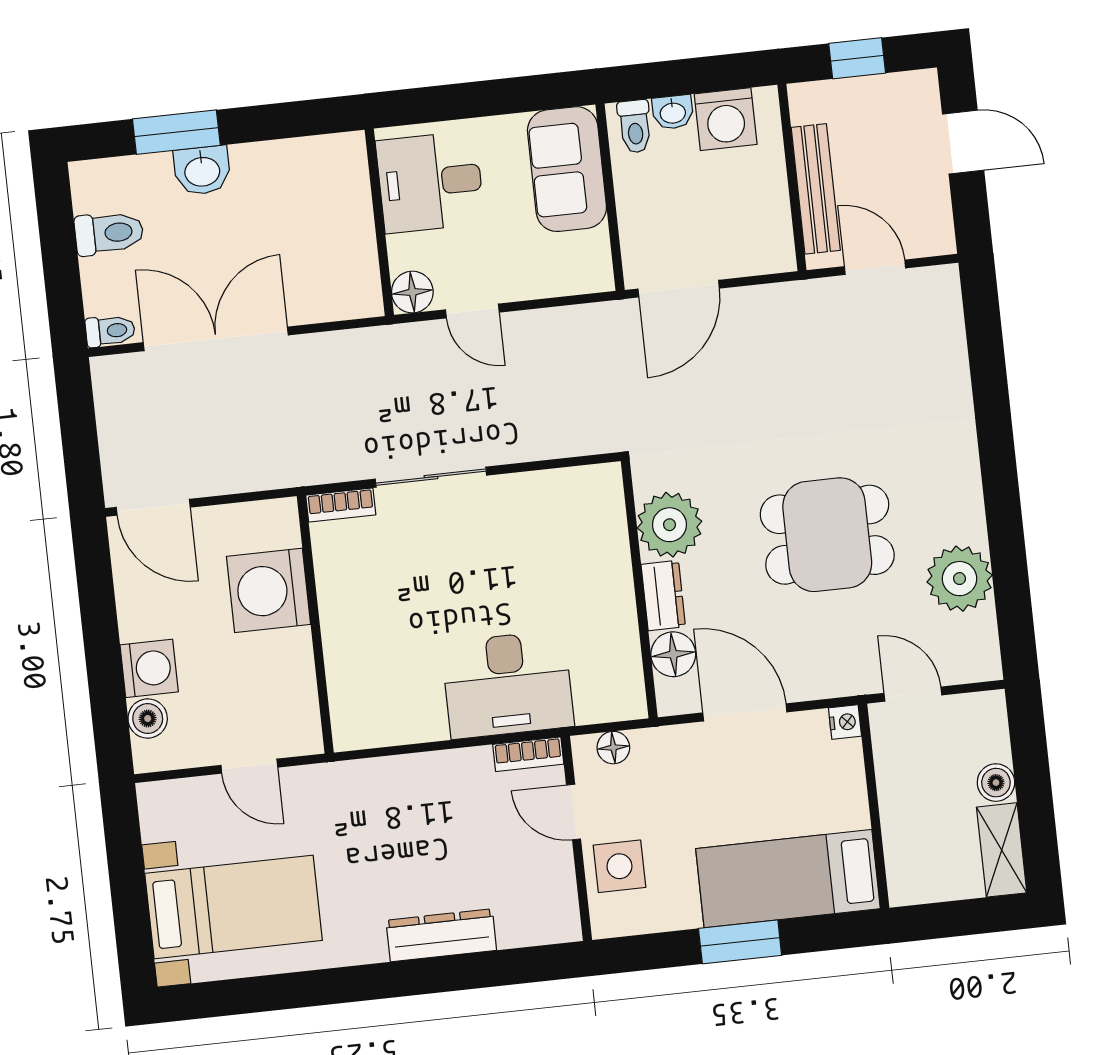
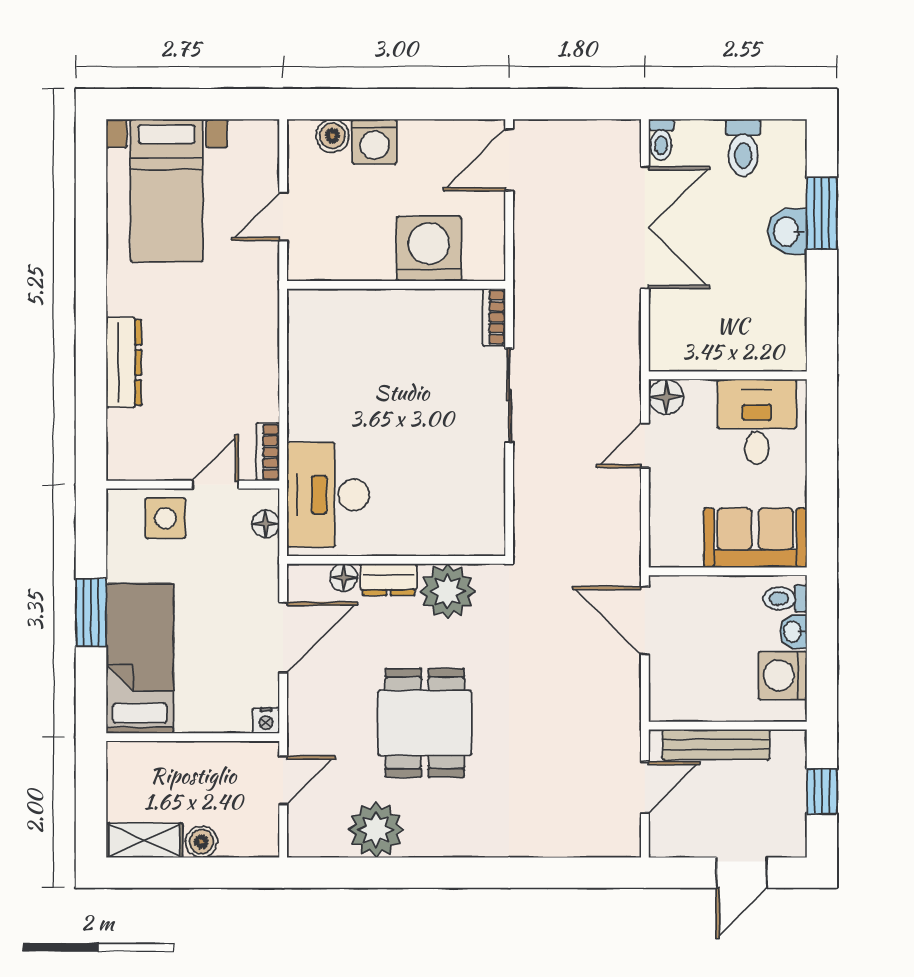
floor lamp: (673, 654) -> (344, 578), width x0.73, depth x0.73
desk: (508, 684) -> (328, 495), moved

